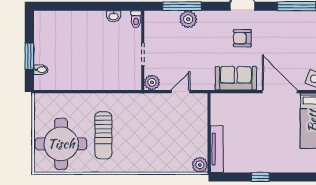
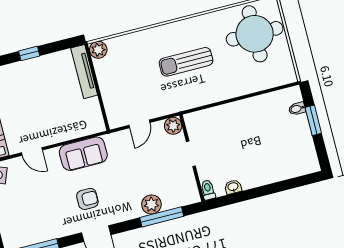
door: (280, 92) -> (32, 151), width x0.53
sun lounger: (103, 135) -> (186, 62), moved, turned -90

